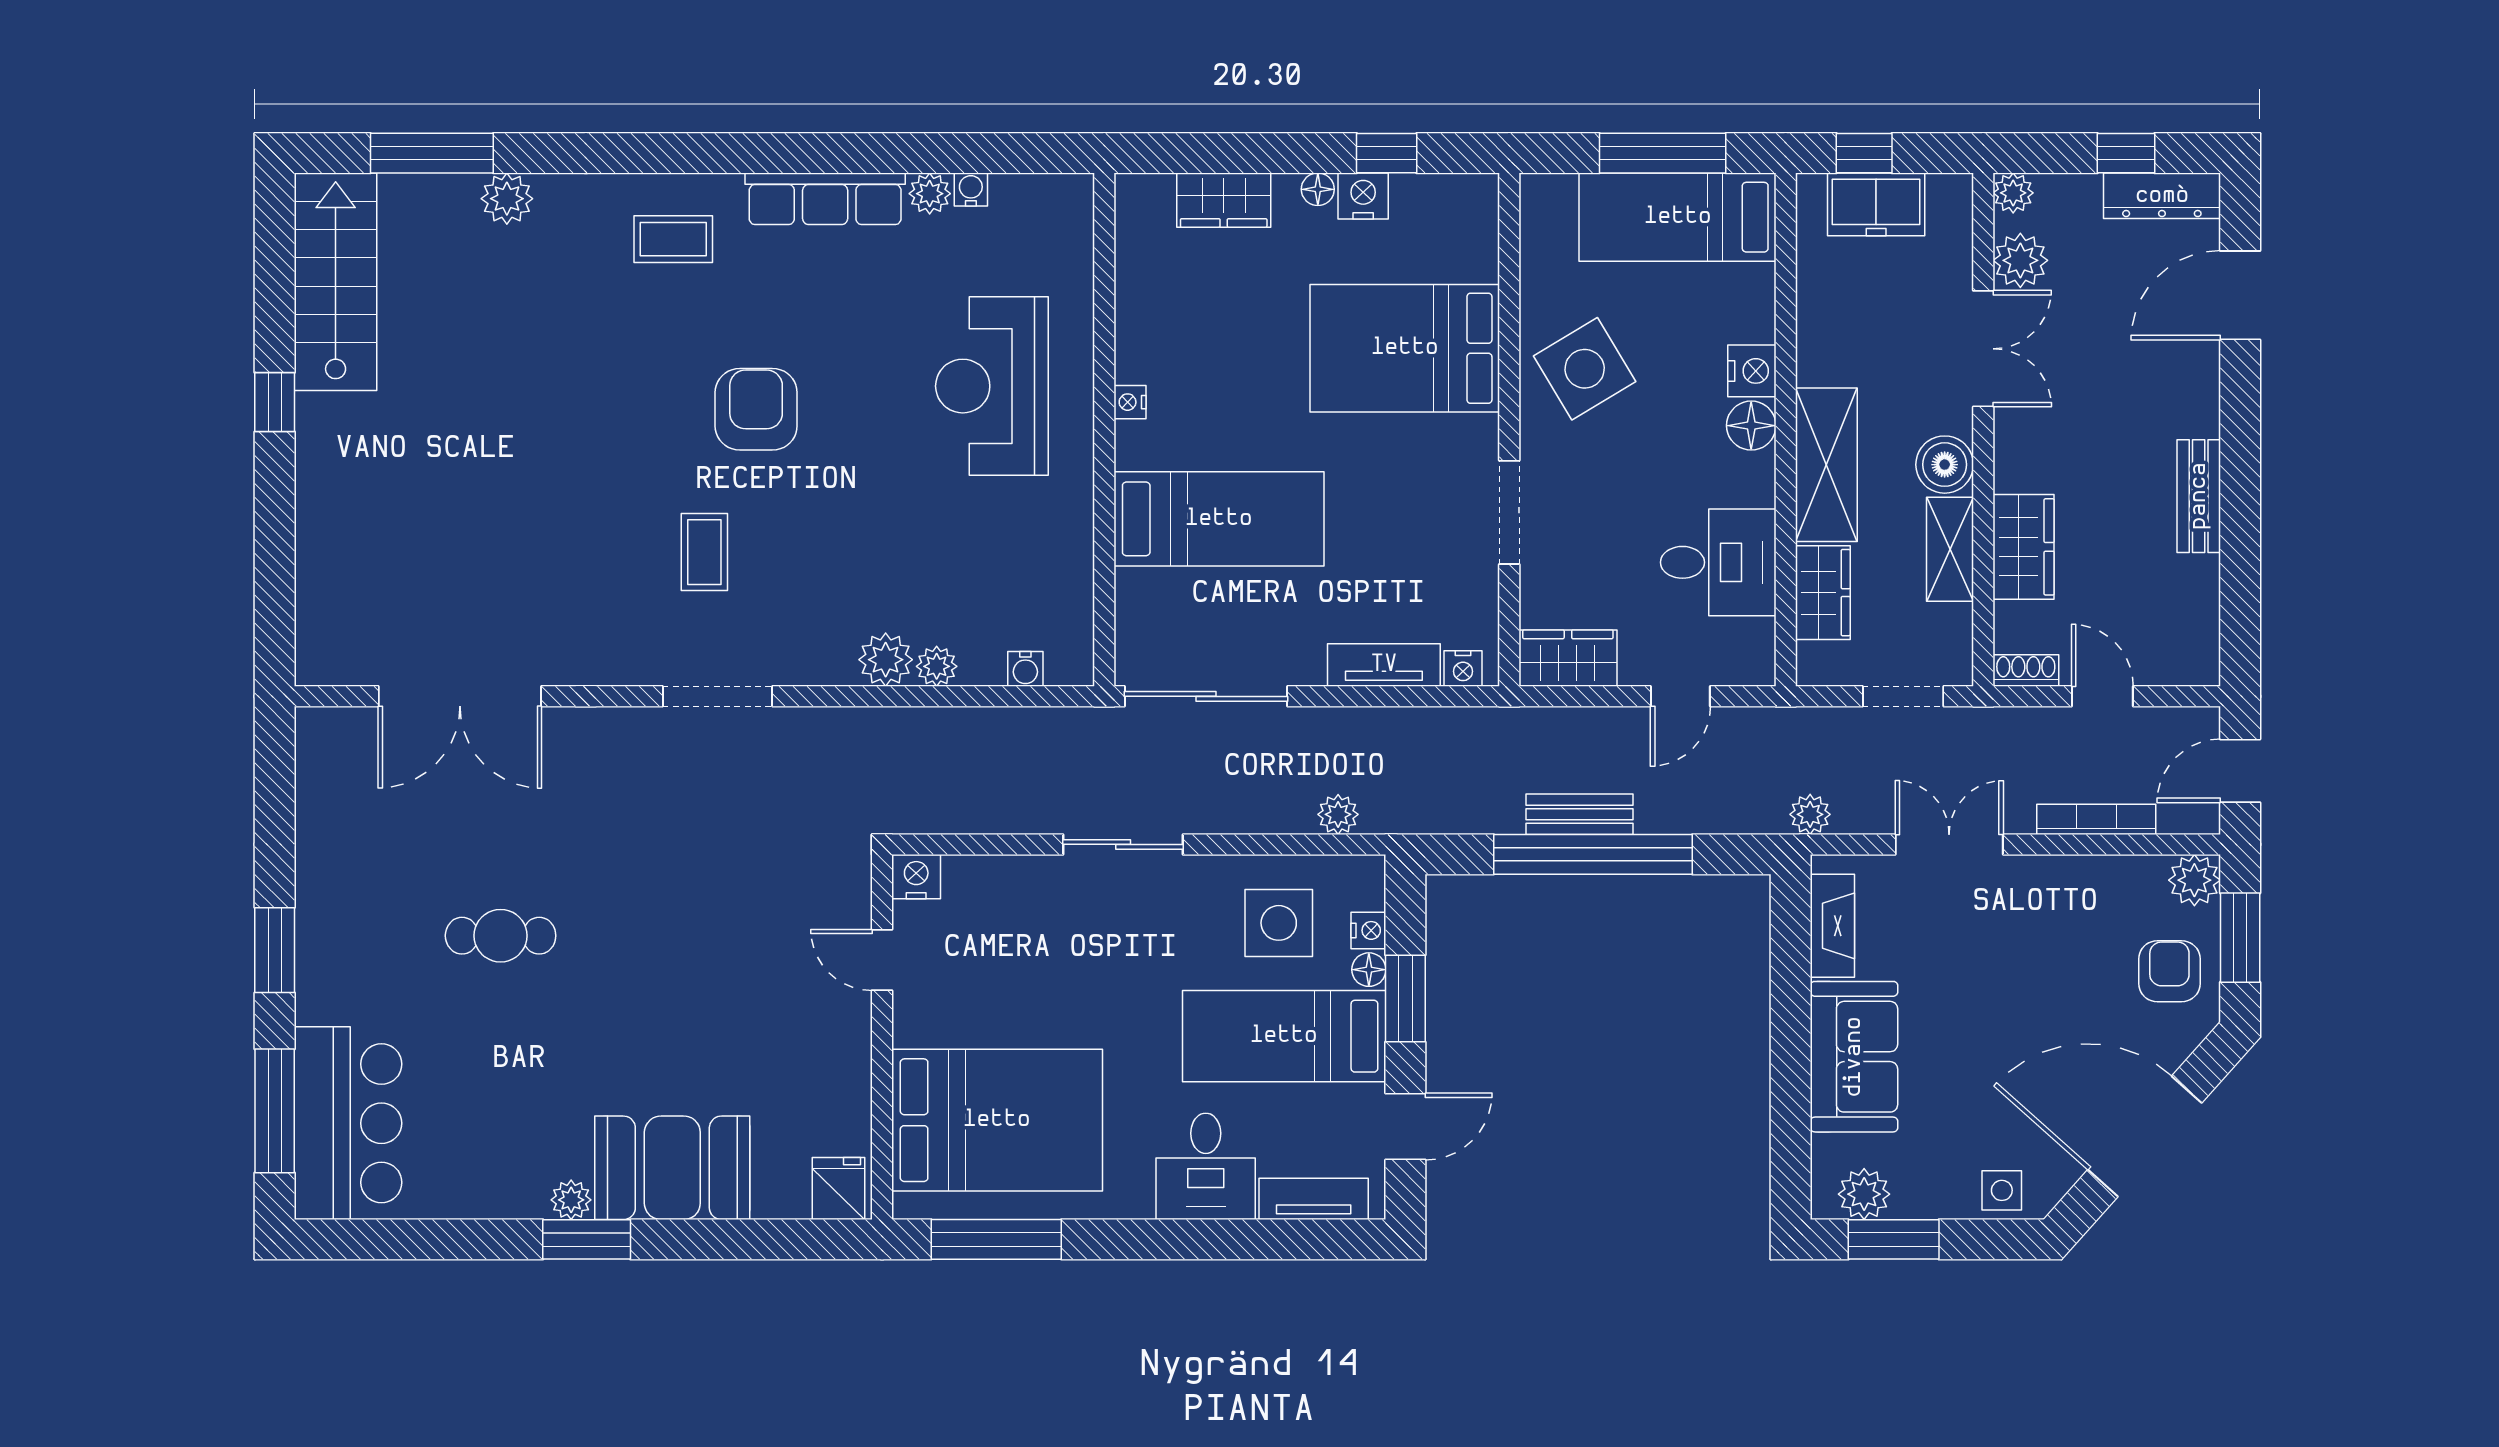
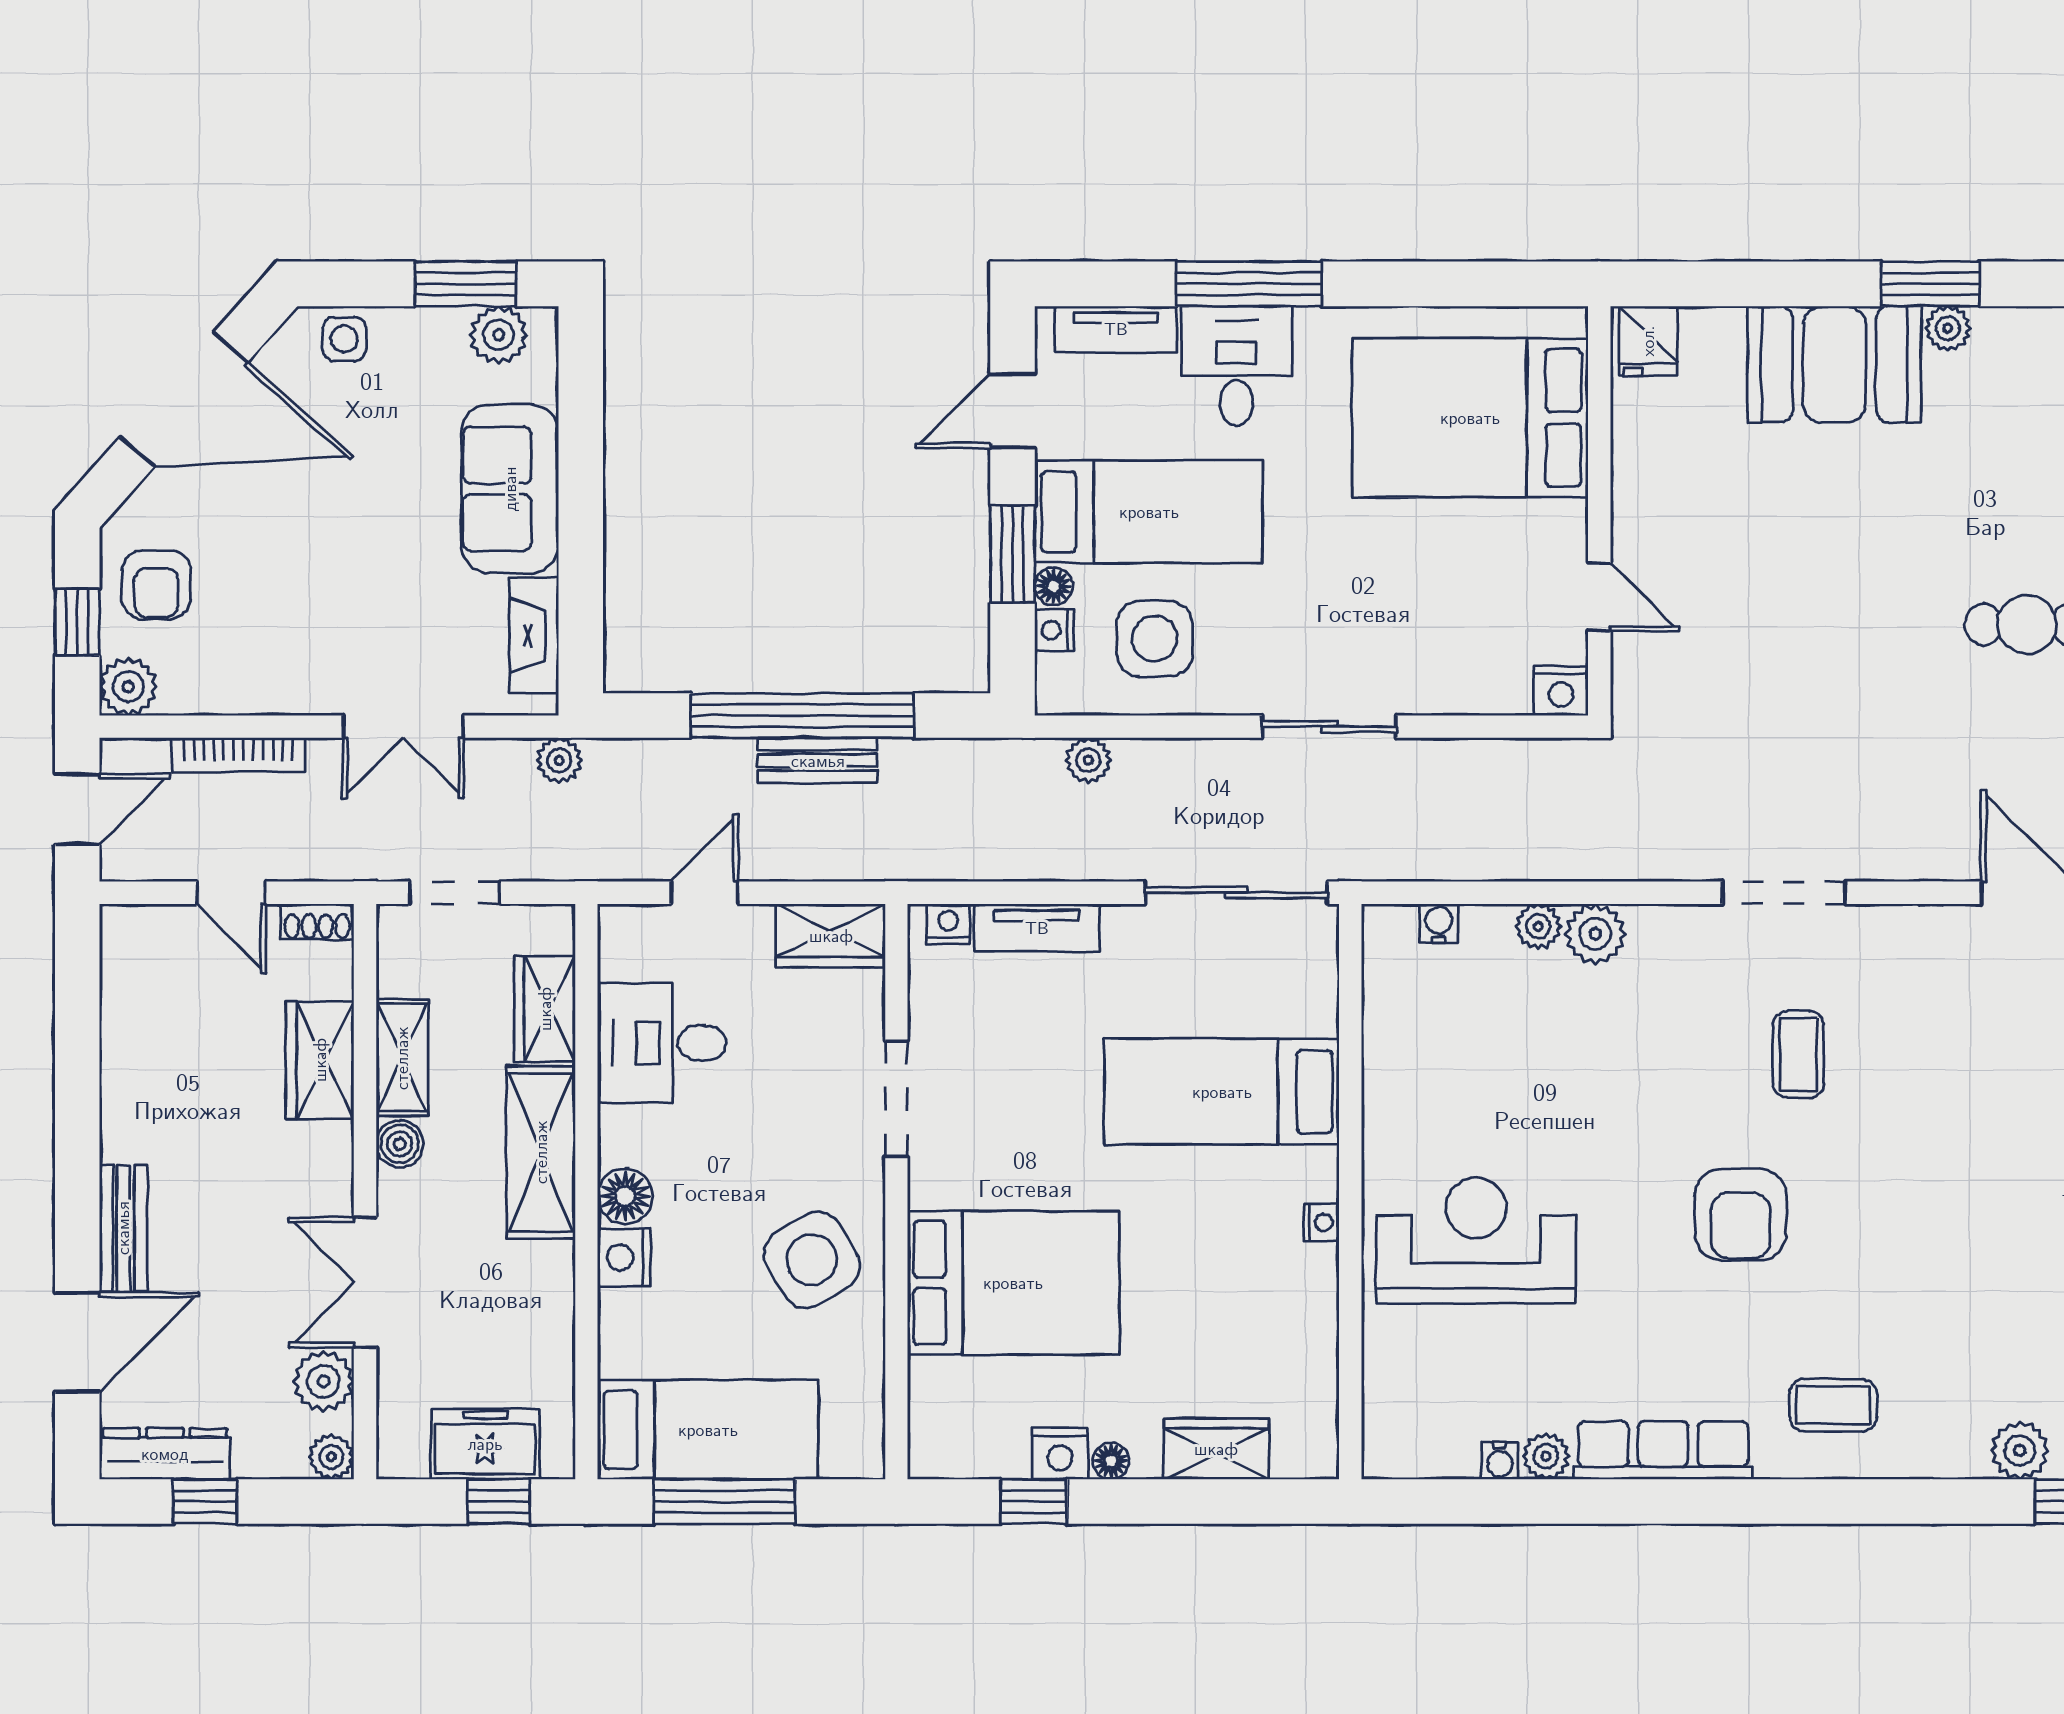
reception desk: (992, 386) -> (1476, 1240), turned -90
boiler: (1945, 465) -> (400, 1144), width x0.73, depth x0.73
bench: (2199, 496) -> (123, 1228), moved
window: (2240, 938) -> (77, 622), width x0.67
window: (996, 1239) -> (1249, 284), moved

